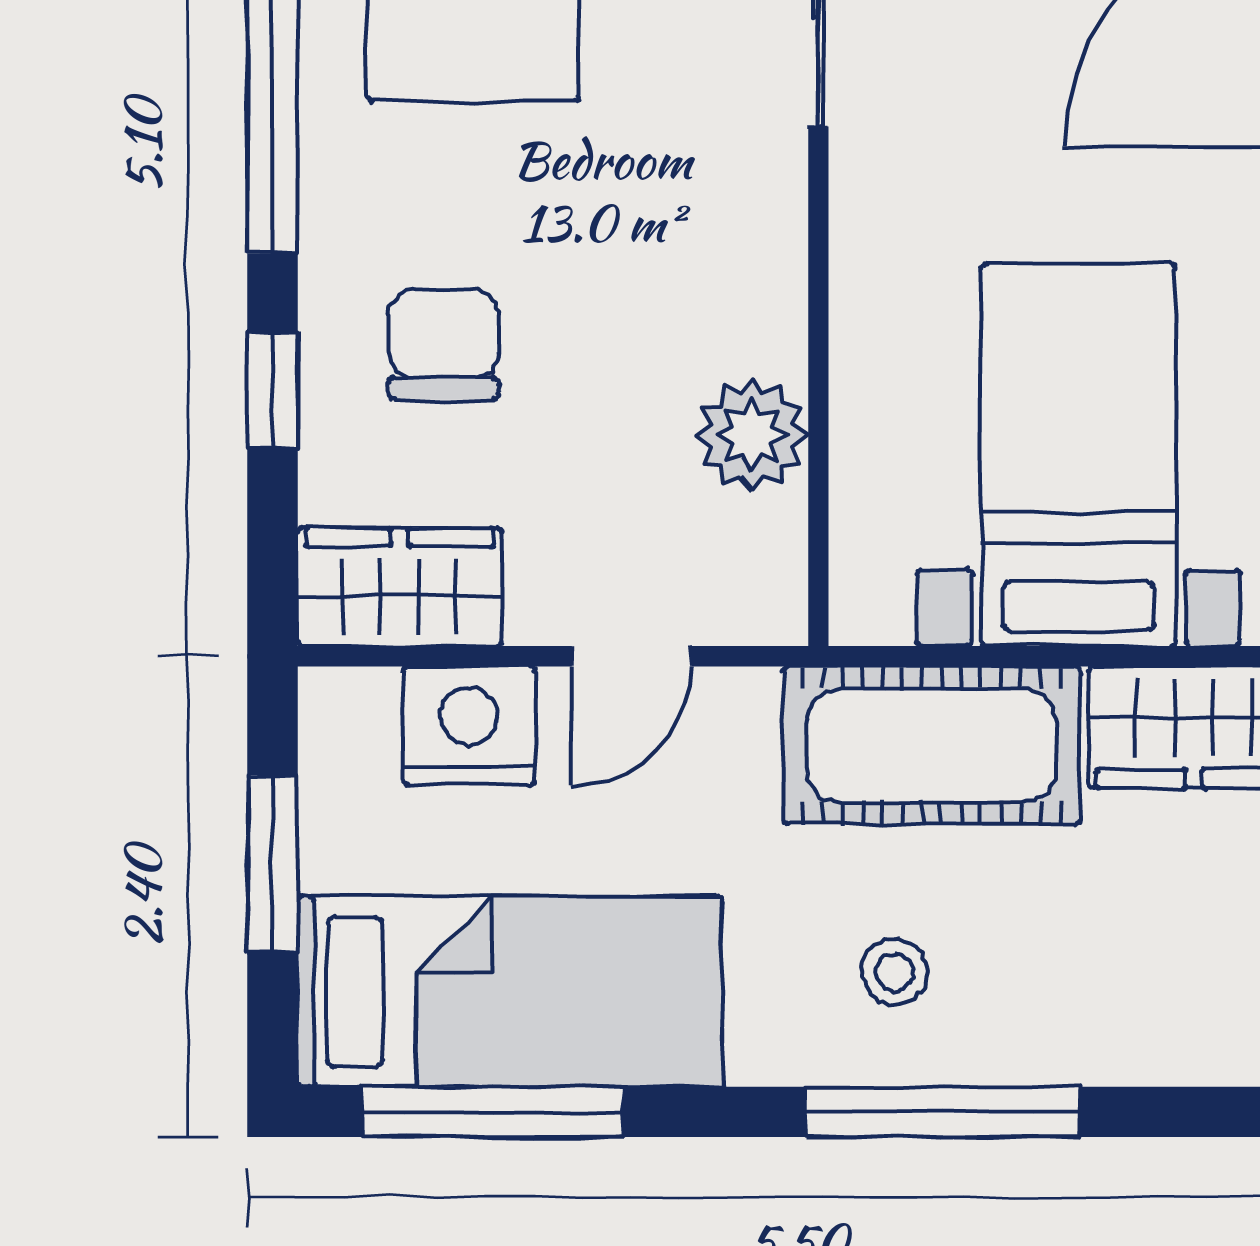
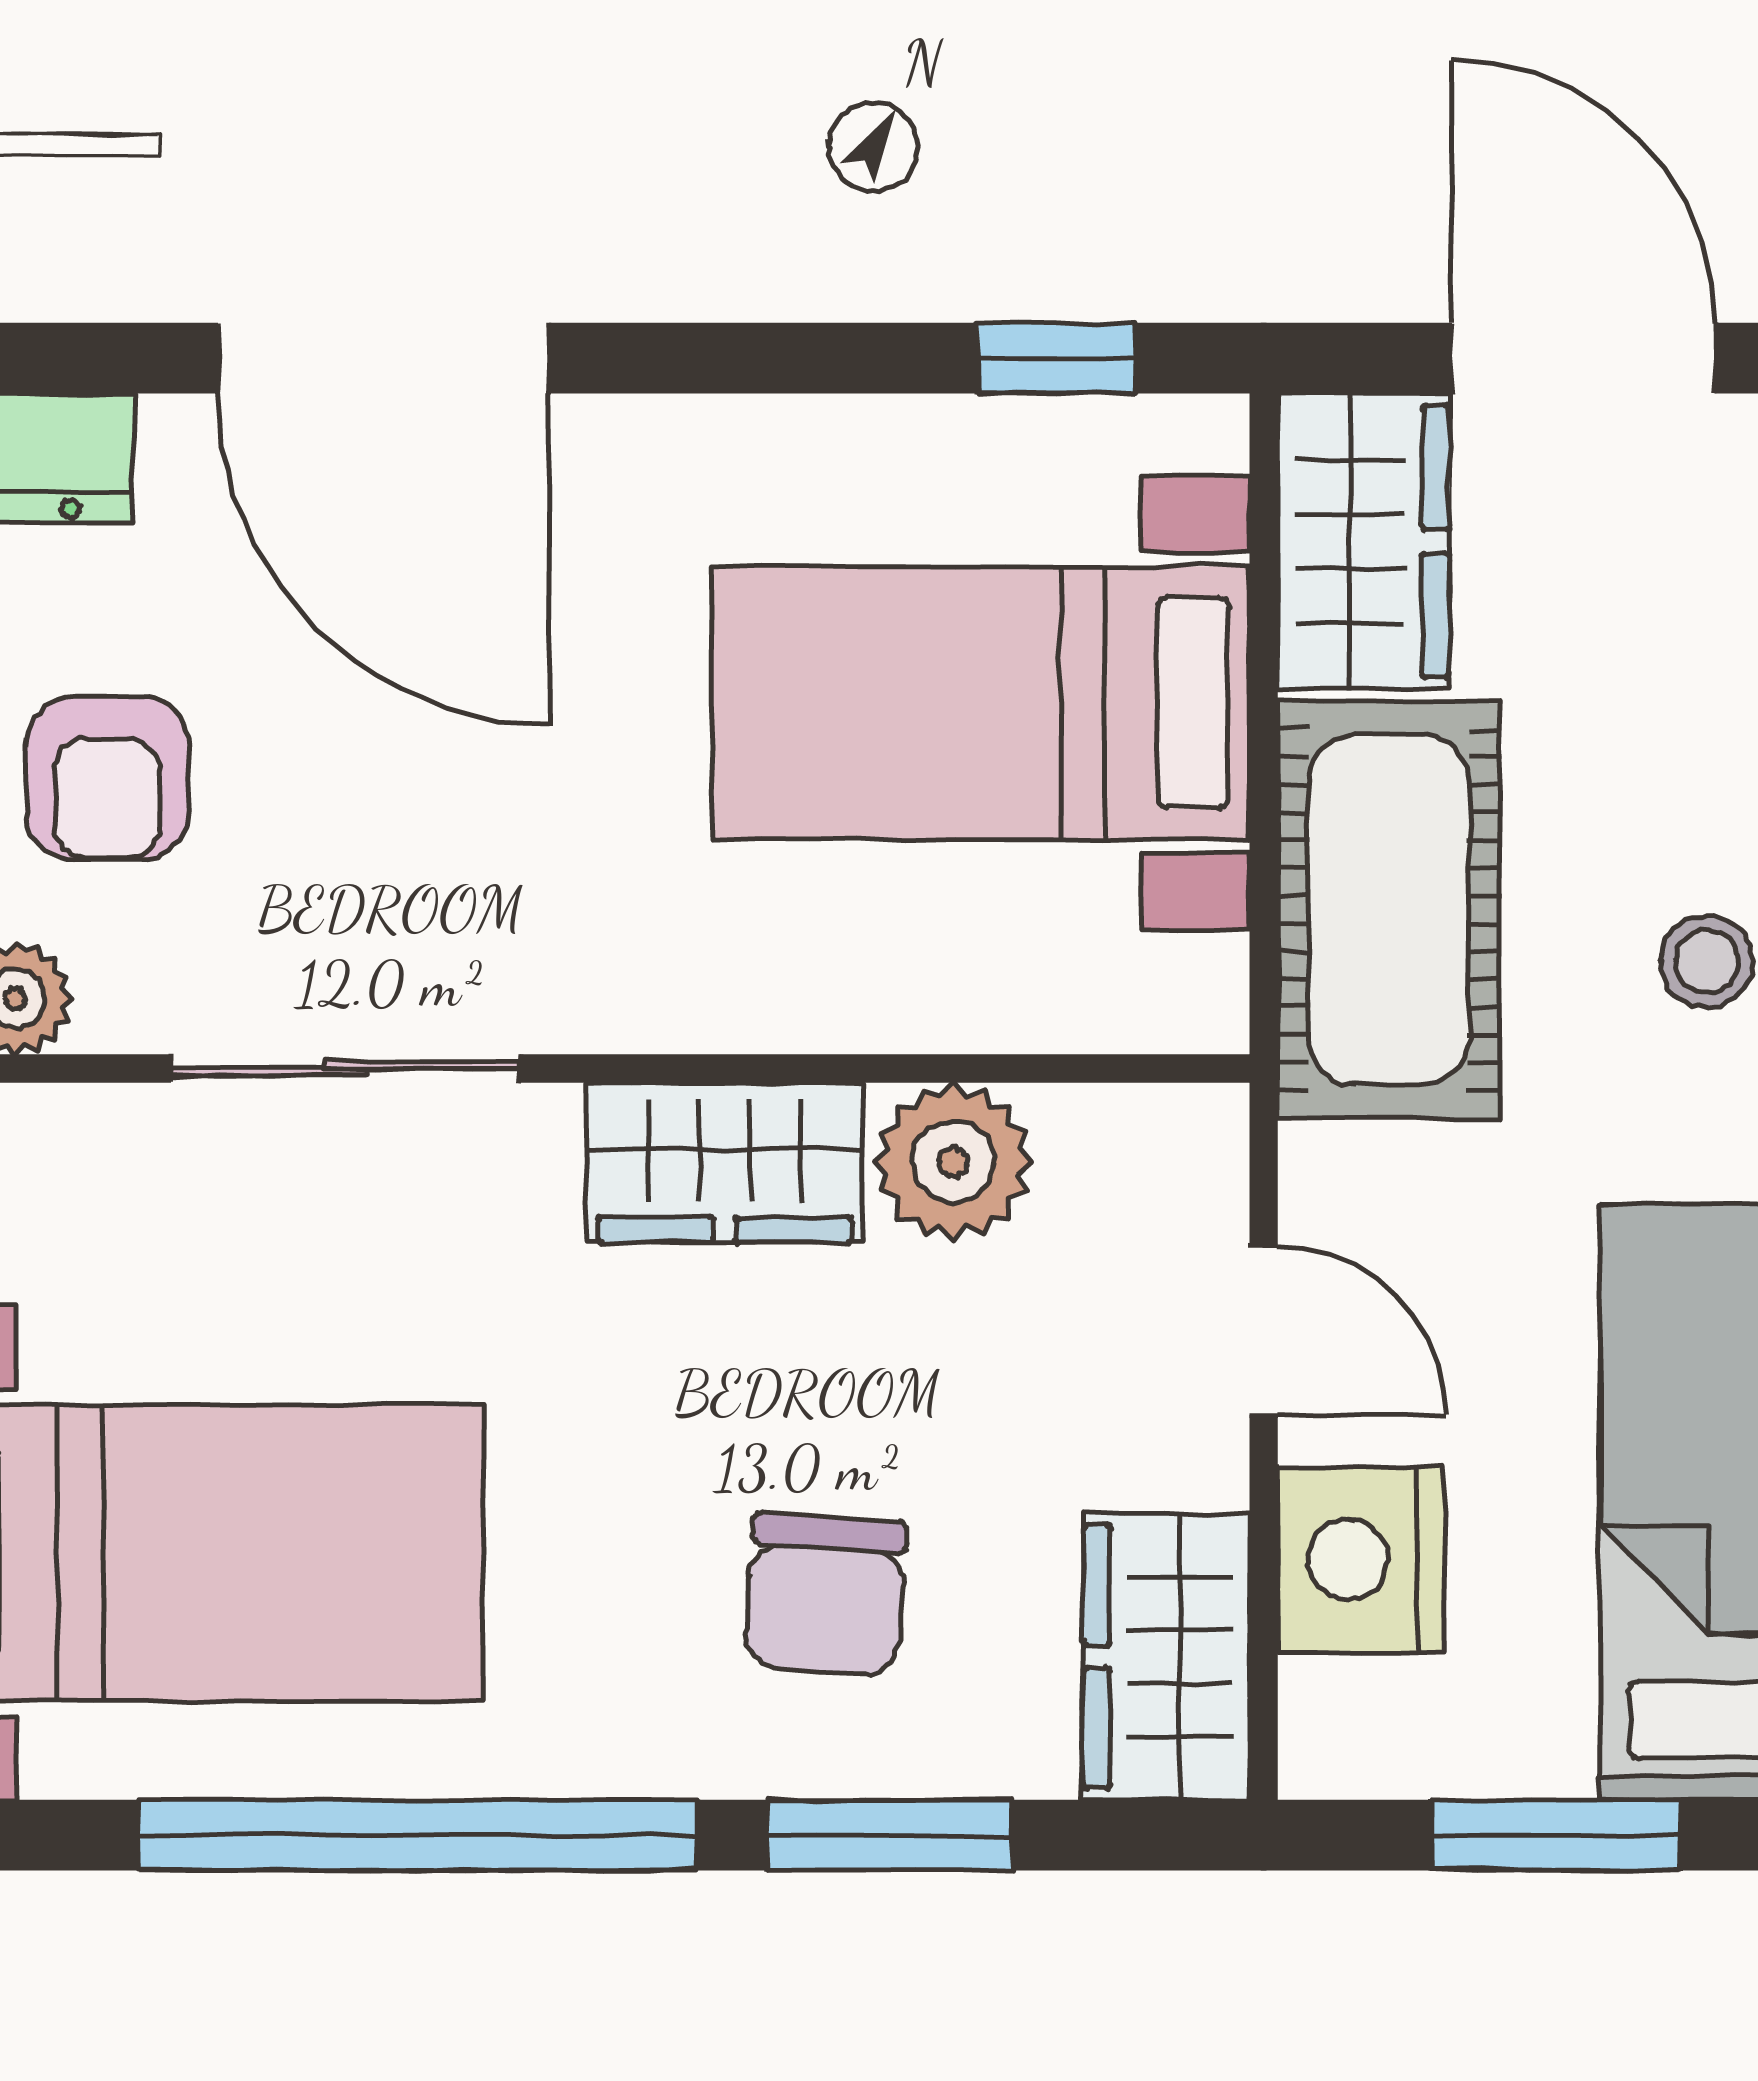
wardrobe: (751, 273) -> (725, 1163), added
chair: (444, 344) -> (825, 1595), turned -86
window: (272, 390) -> (890, 1835), width x1.50

